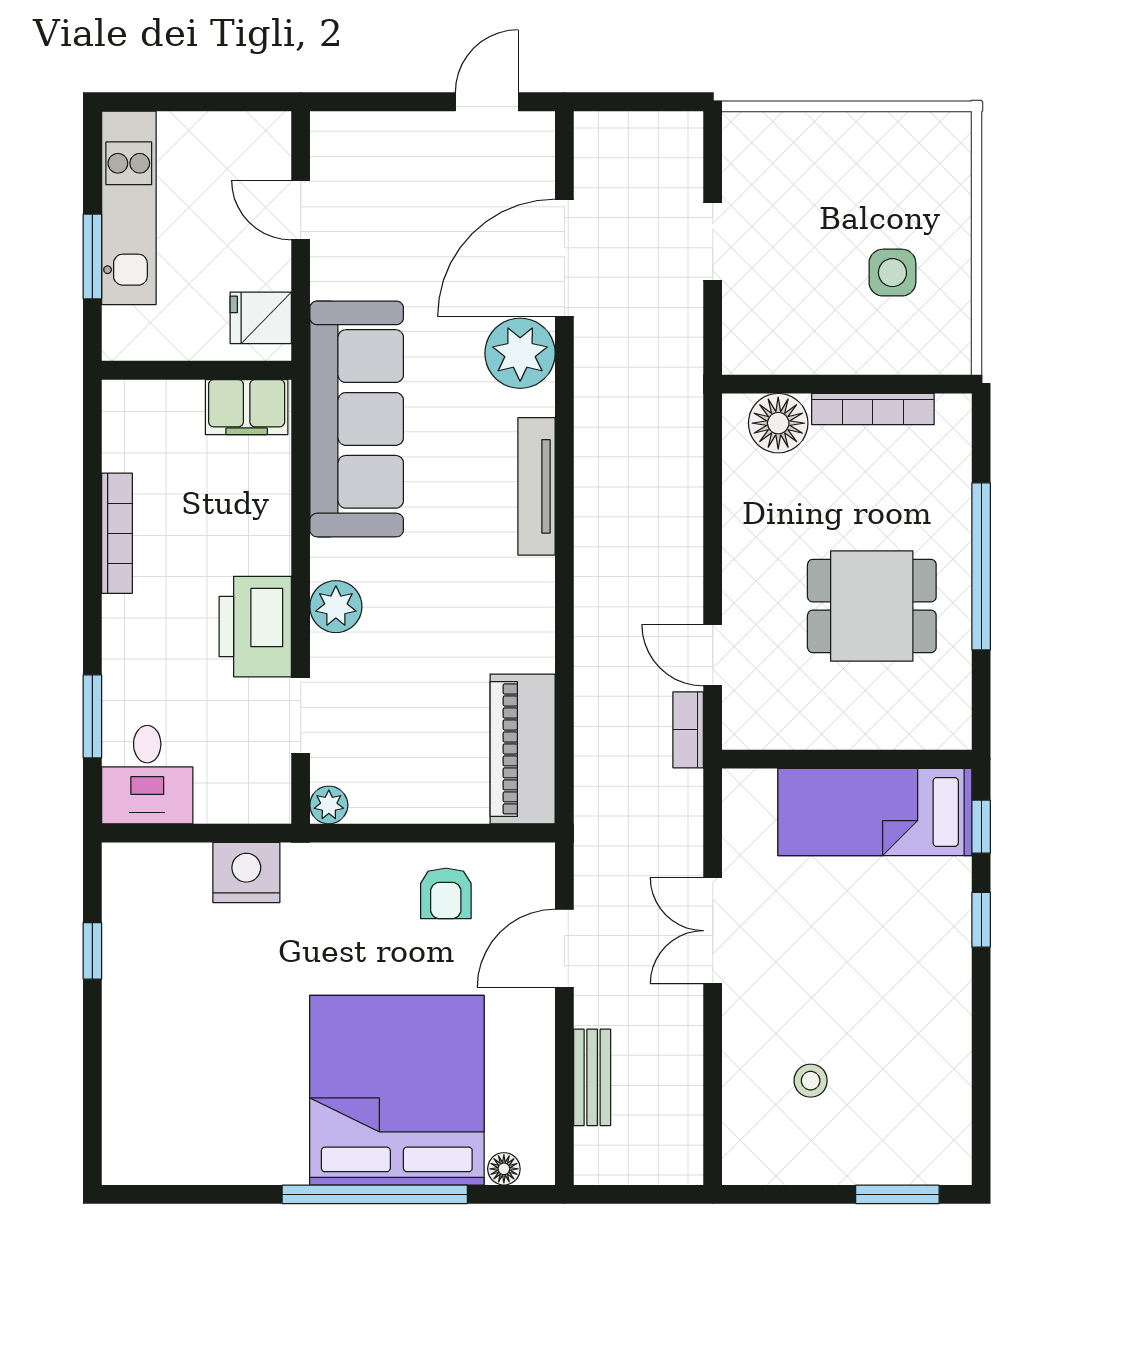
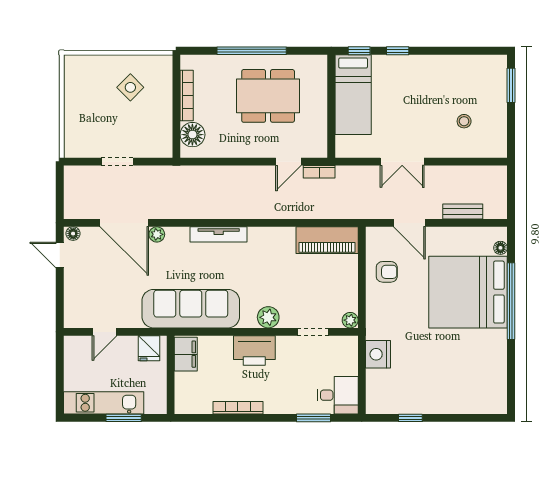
floor lamp: (538, 134) -> (73, 234), added
side table: (892, 273) -> (130, 87), turned 45
plant: (520, 353) -> (157, 234), width x0.53, depth x0.53
dining table: (872, 606) -> (268, 96), width x1.37
printer: (255, 627) -> (254, 351), moved

